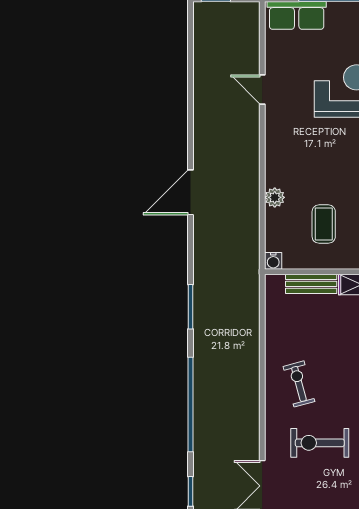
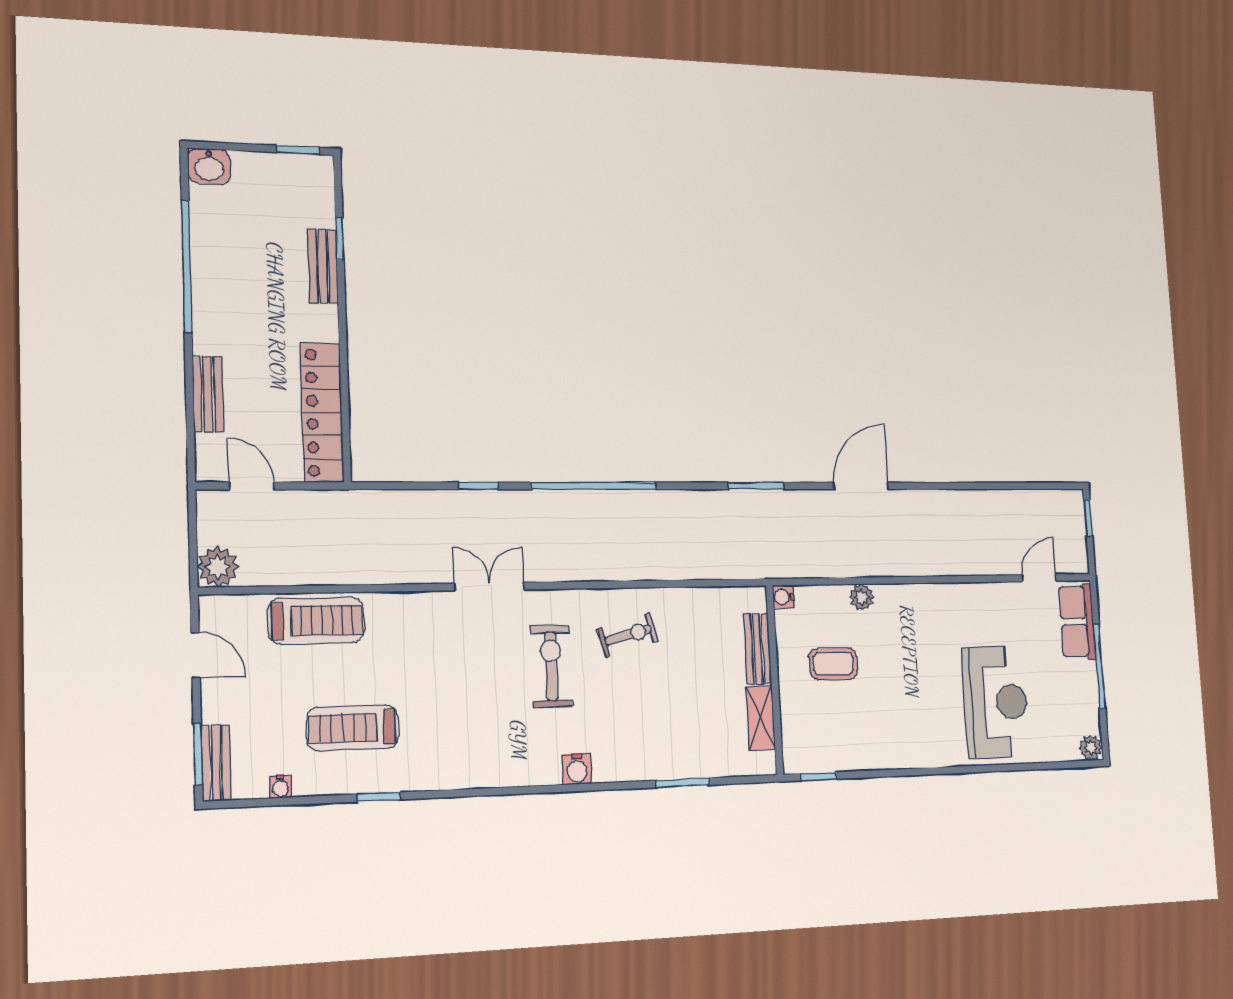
door: (262, 90) -> (1039, 578), moved
door: (191, 192) -> (861, 486), hinge flipped
window: (191, 307) -> (756, 486), moved

